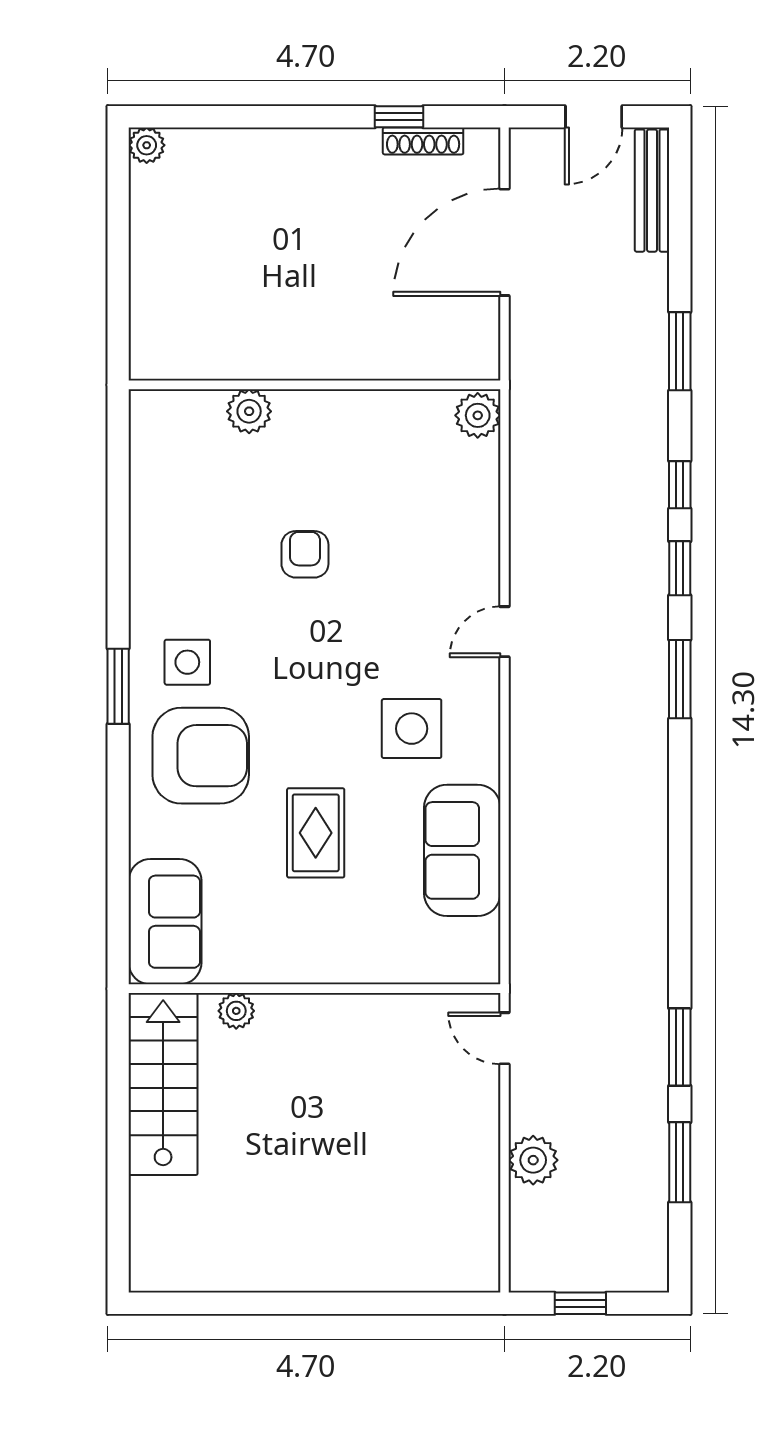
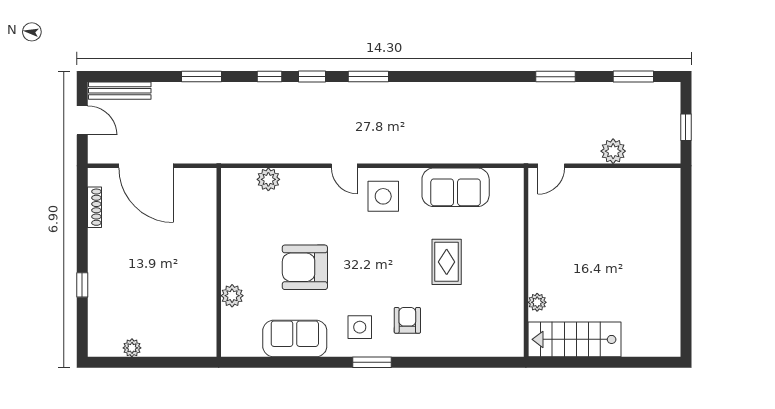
window: (399, 117) -> (82, 285), moved
plant: (147, 145) -> (132, 348), moved
plant: (478, 415) -> (268, 179), moved
armchair: (305, 554) -> (305, 267), width x1.88, depth x1.88
side table: (412, 729) -> (383, 196), moved
armchair: (201, 756) -> (407, 320), width x0.53, depth x0.53
rug: (316, 833) -> (447, 262), turned 90
sofa: (165, 922) -> (295, 339), moved
window: (680, 1162) -> (633, 77), moved

